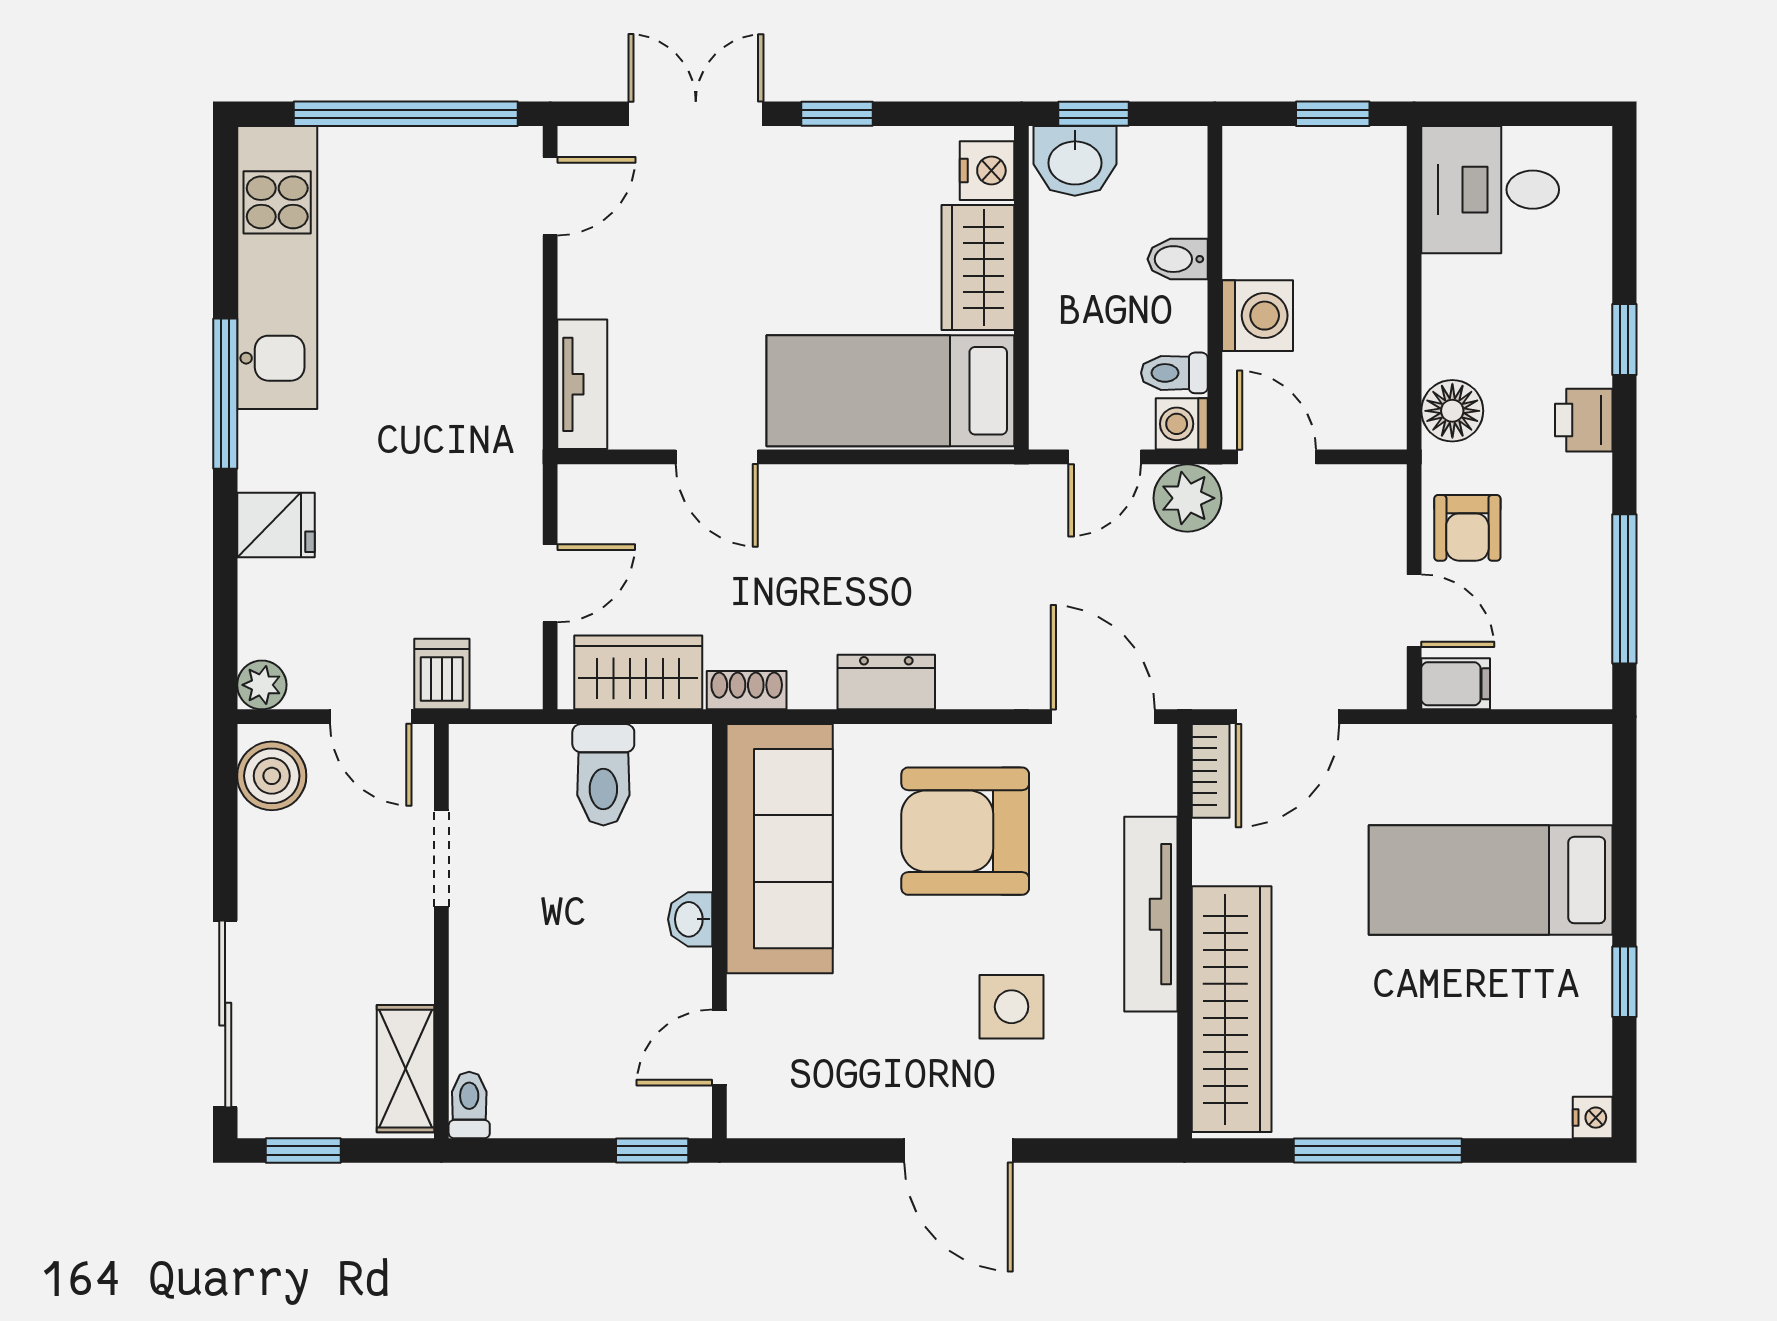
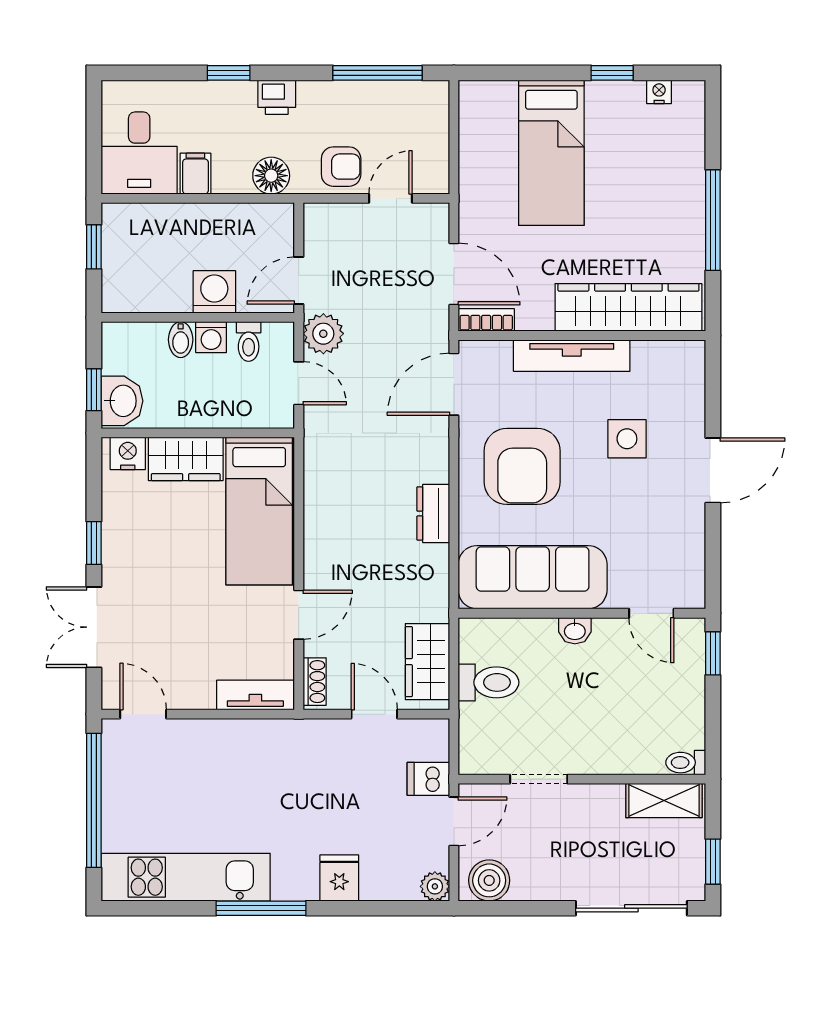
washing machine: (1182, 424) -> (211, 337), moved
filing cabinet: (1456, 684) -> (195, 174), moved
shoe rack: (747, 690) -> (315, 682), moved, turned 180
nightstand: (1593, 1118) -> (659, 92), moved

